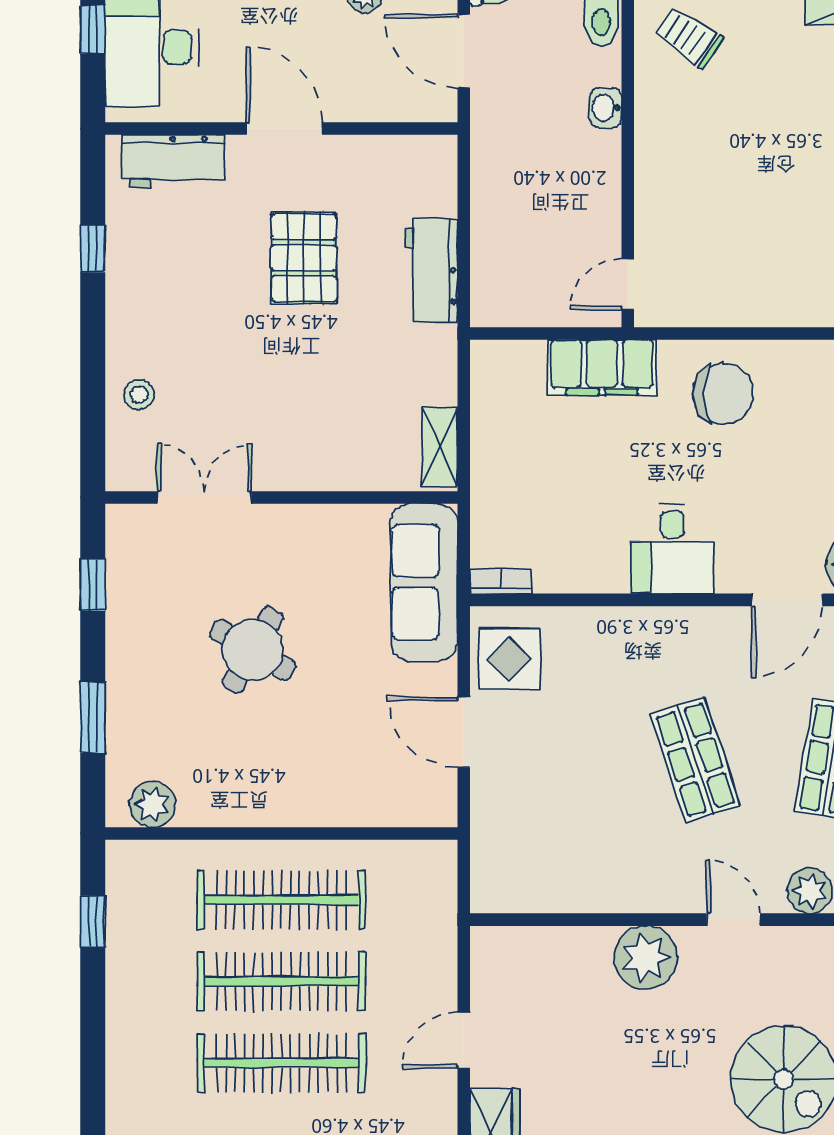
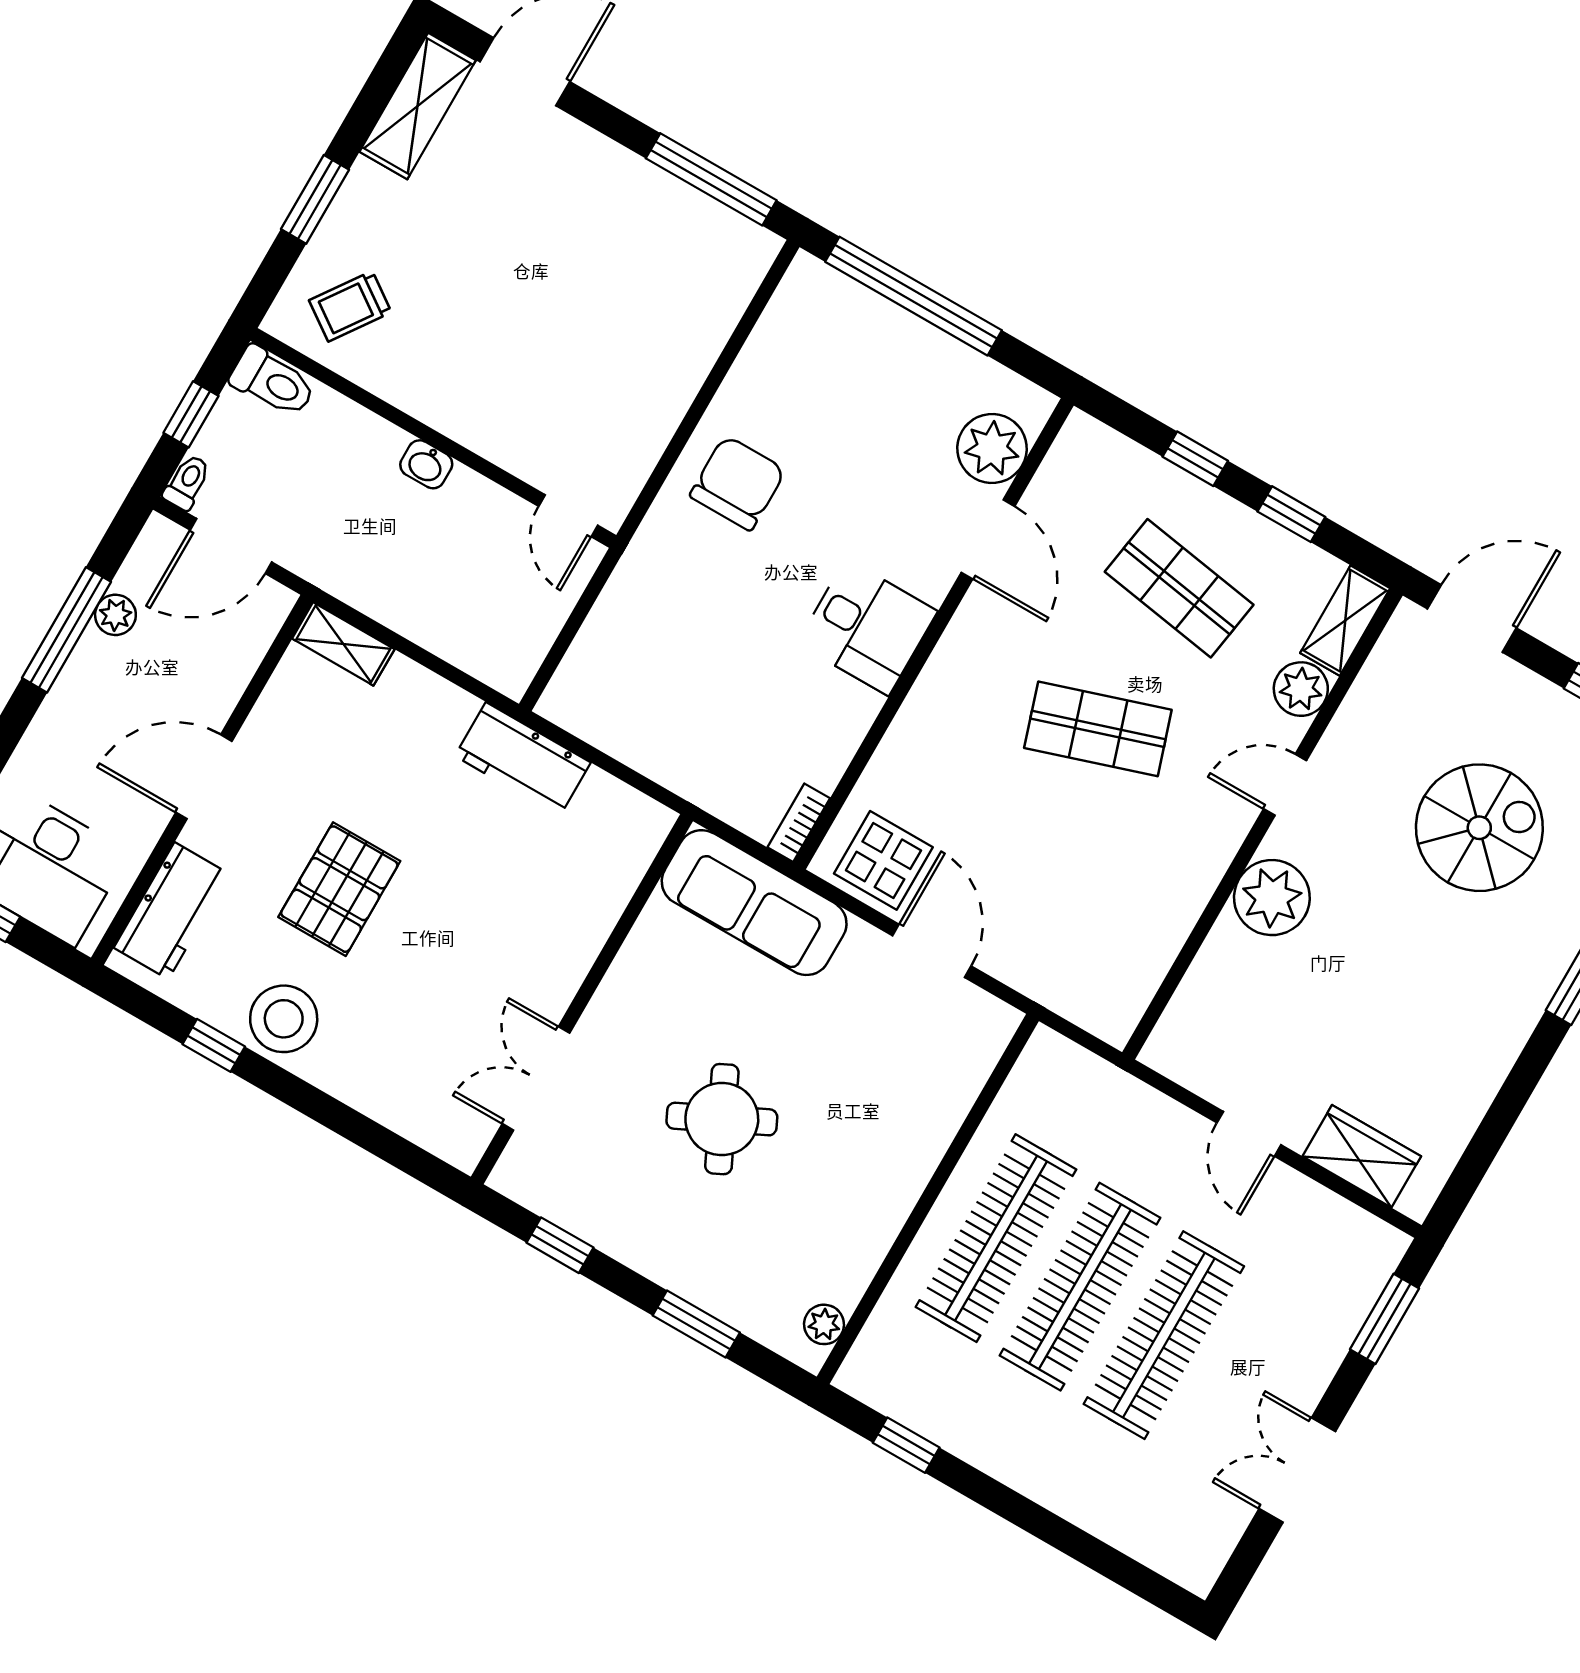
washbasin: (605, 108) -> (426, 464), moved
pallet: (304, 258) -> (339, 889), moved, turned 90
workbench: (431, 271) -> (523, 759), moved
filing cabinet: (602, 367) -> (639, 592), removed
stool: (139, 395) -> (284, 1019), moved, width x1.89, depth x1.89
shelving: (440, 447) -> (343, 644), moved
round table: (253, 650) -> (722, 1119), turned 34
door: (464, 732) -> (932, 951), swing flipped
plant: (152, 804) -> (824, 1324), width x0.73, depth x0.73

